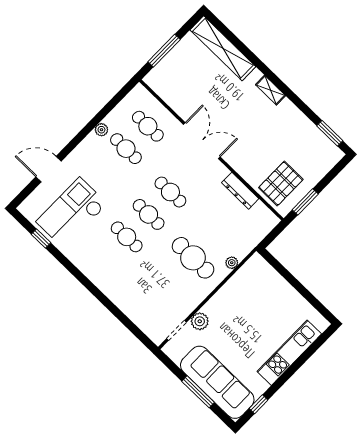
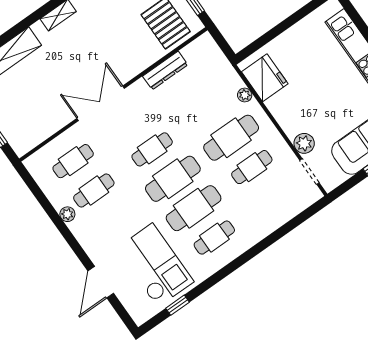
checkout: (72, 213) -> (155, 265), turned 180
cafe table: (149, 214) -> (173, 179), width x1.37, depth x1.35
cafe table: (127, 237) -> (194, 208), width x1.37, depth x1.35
cafe table: (105, 259) -> (214, 238), added
fridge: (250, 277) -> (265, 78), added
cafe table: (171, 280) -> (252, 167), added

